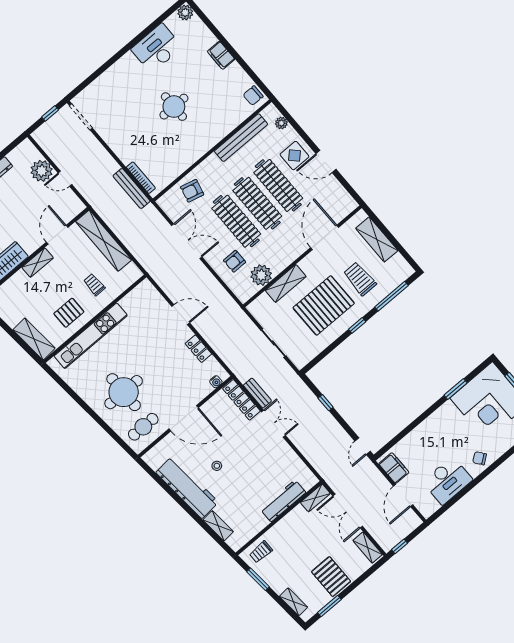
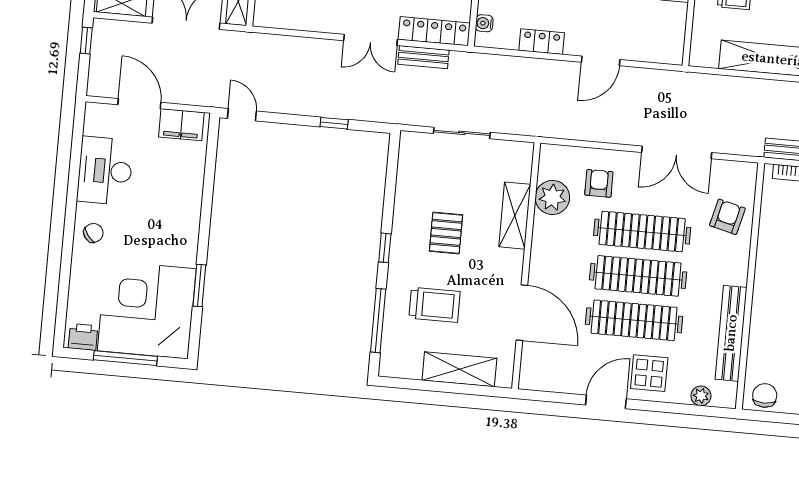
pallet: (324, 305) -> (446, 233), width x0.49, depth x0.50

